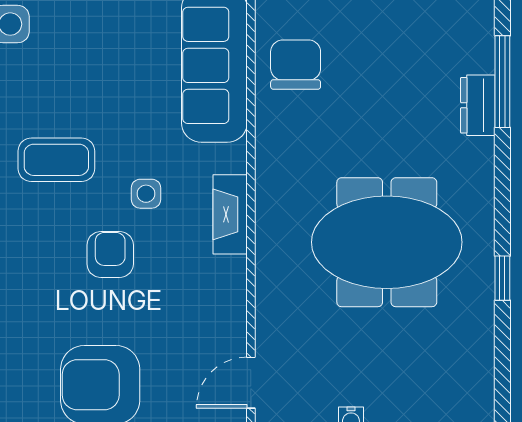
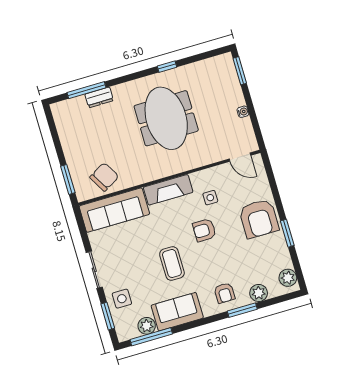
chair: (296, 65) -> (104, 177), turned 150
side table: (146, 194) -> (210, 198), moved
fireplace: (230, 214) -> (168, 190), width x1.37, depth x1.32

